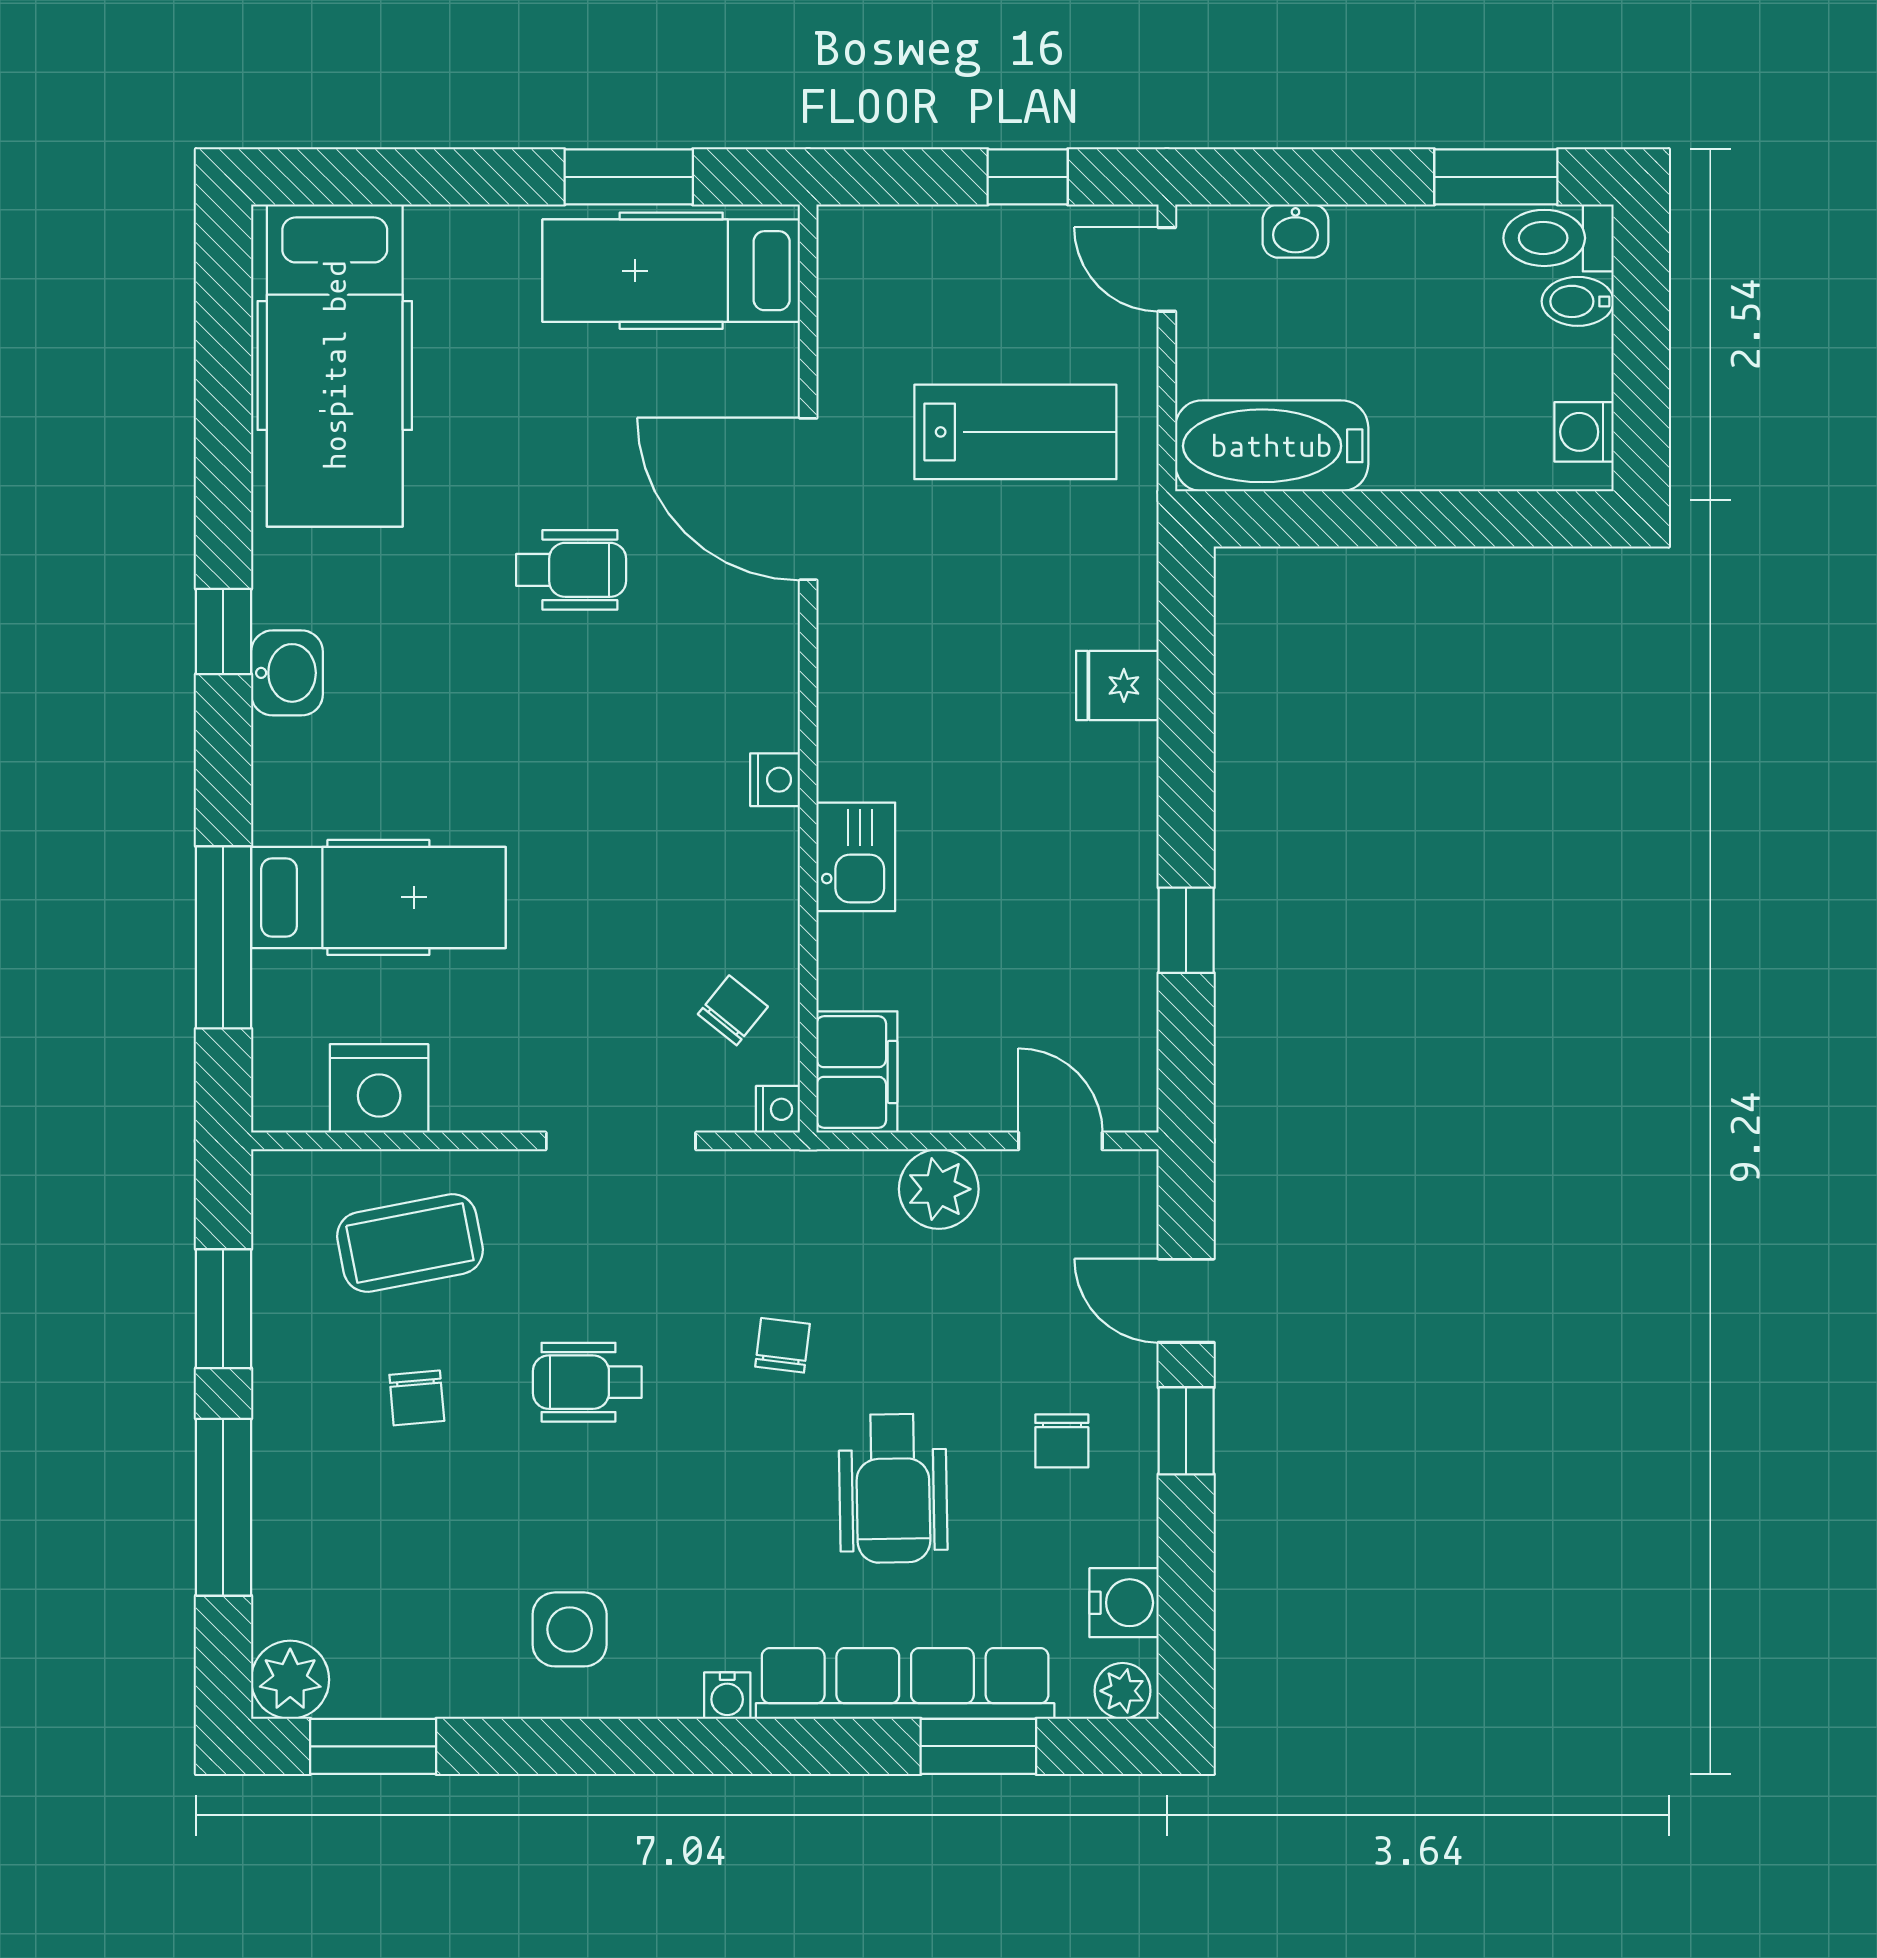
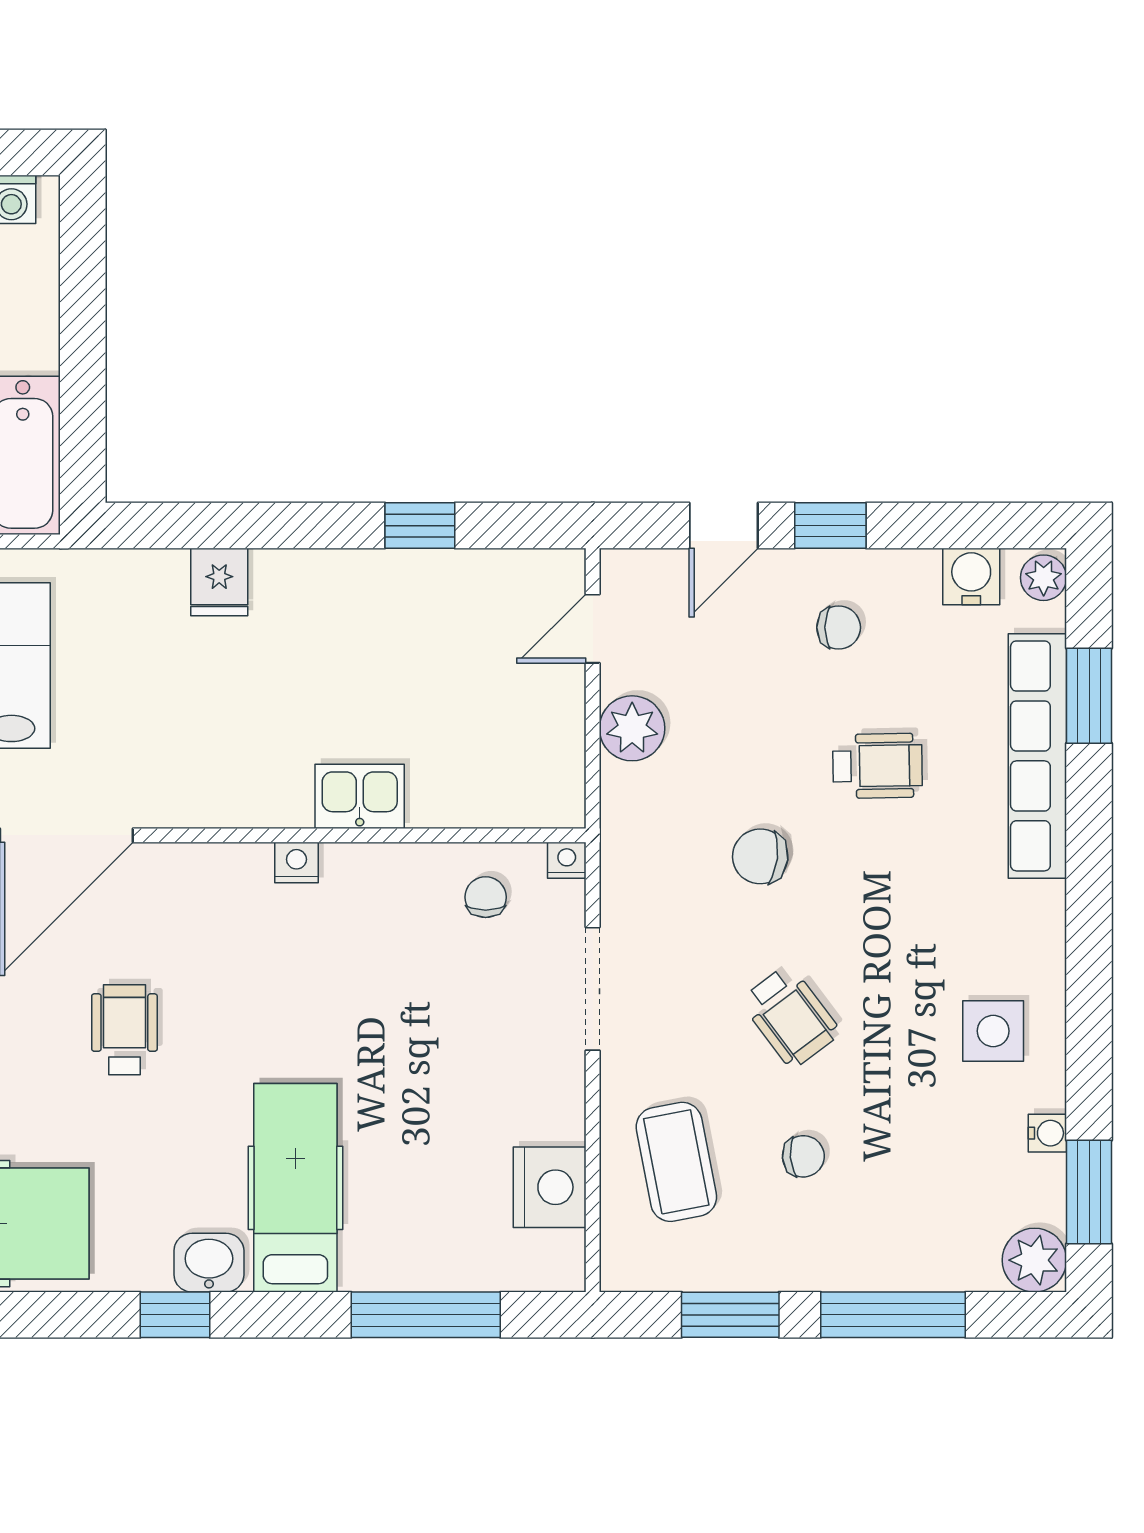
hospital bed: (378, 897) -> (295, 1188), moved
chair: (733, 1010) -> (486, 897), turned 51
filing cabinet: (857, 1072) -> (536, 795), removed
chair: (783, 1345) -> (760, 856), width x1.37, depth x1.37
wheelchair: (587, 1382) -> (790, 1017), turned -37
wheelchair: (893, 1488) -> (877, 766), width x0.73, depth x0.73
water cooler: (727, 1696) -> (1047, 1133), moved

